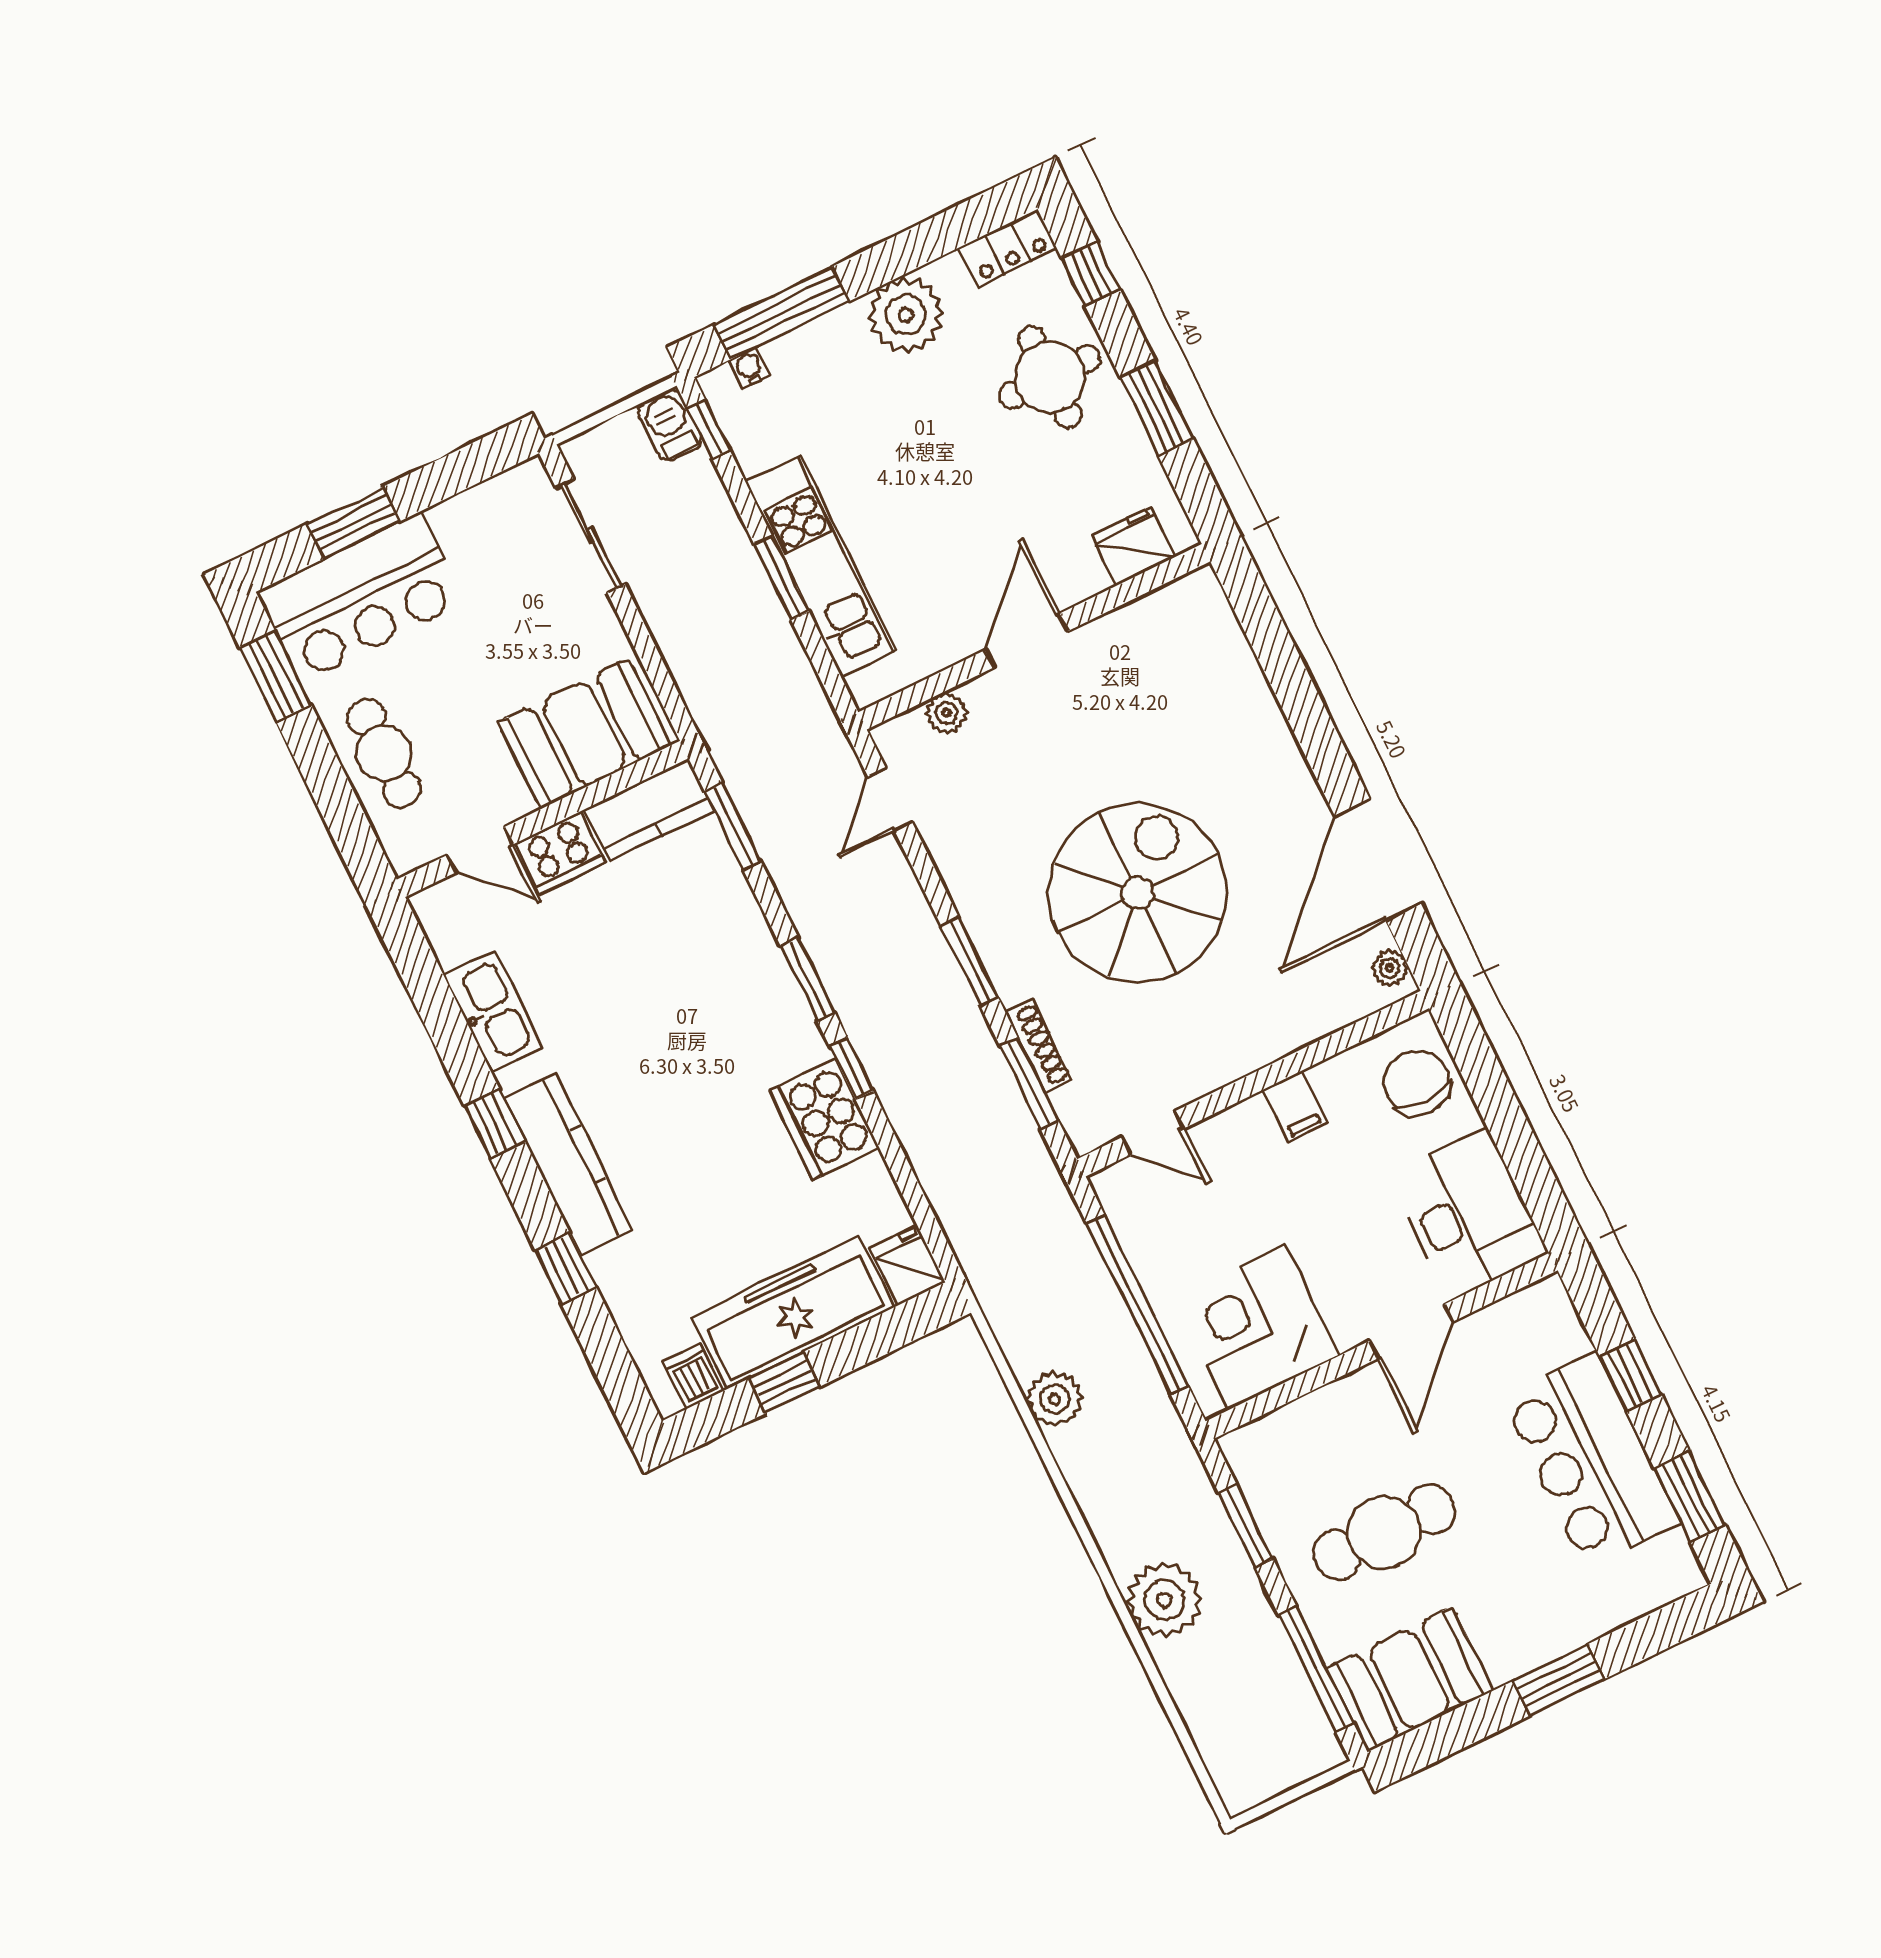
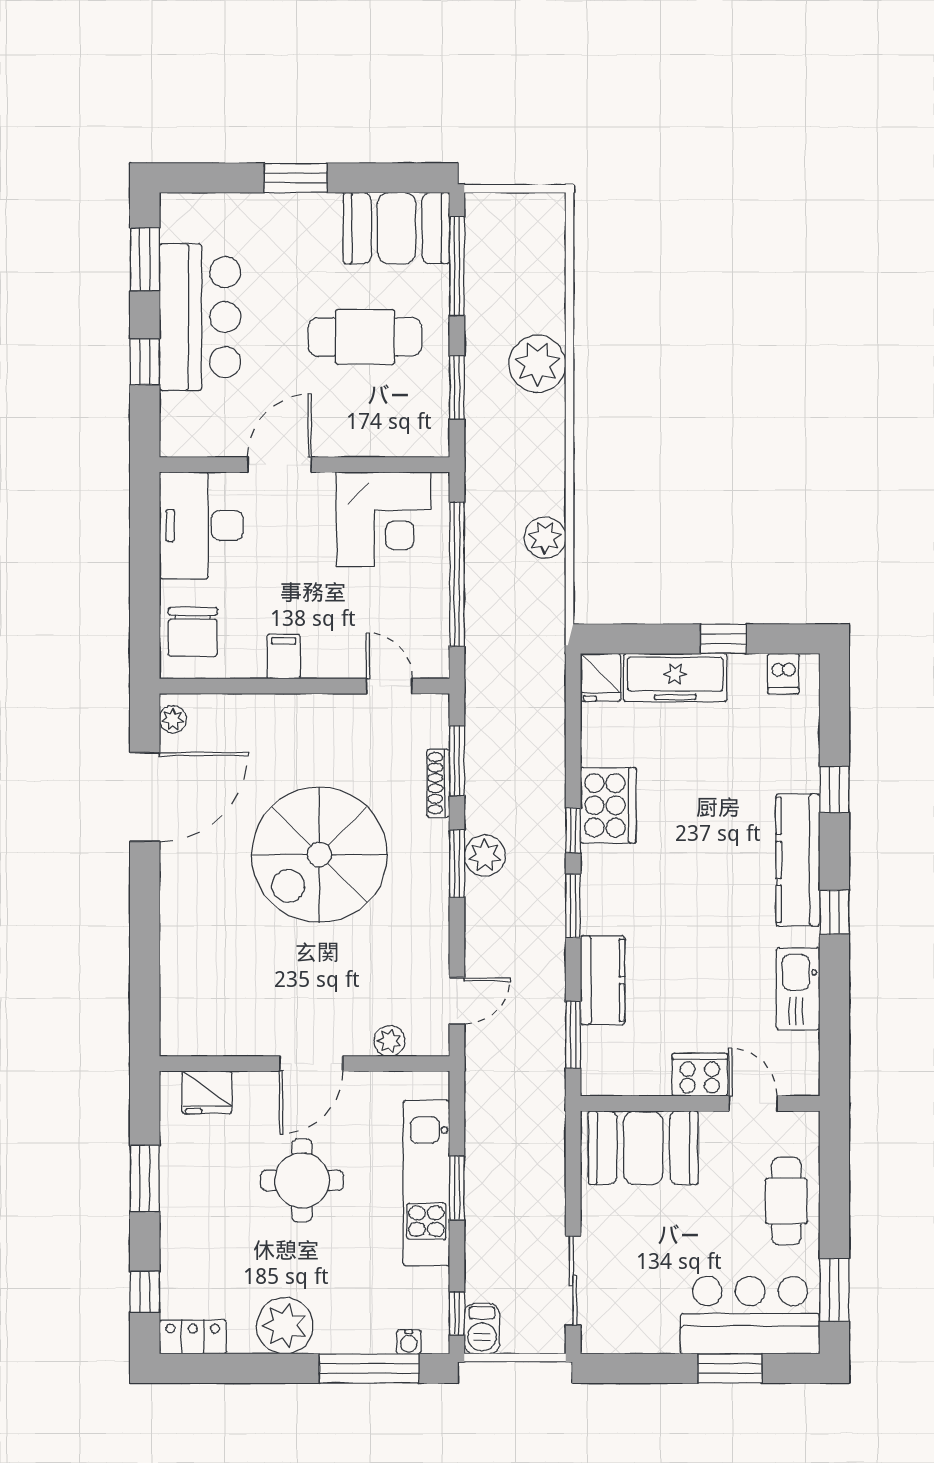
round table: (1050, 377) -> (302, 1180), moved
kitchen counter: (649, 810) -> (603, 980), moved, turned 90
plant: (941, 988) -> (485, 856), added
freezer: (793, 1312) -> (675, 677), width x0.73, depth x0.79

